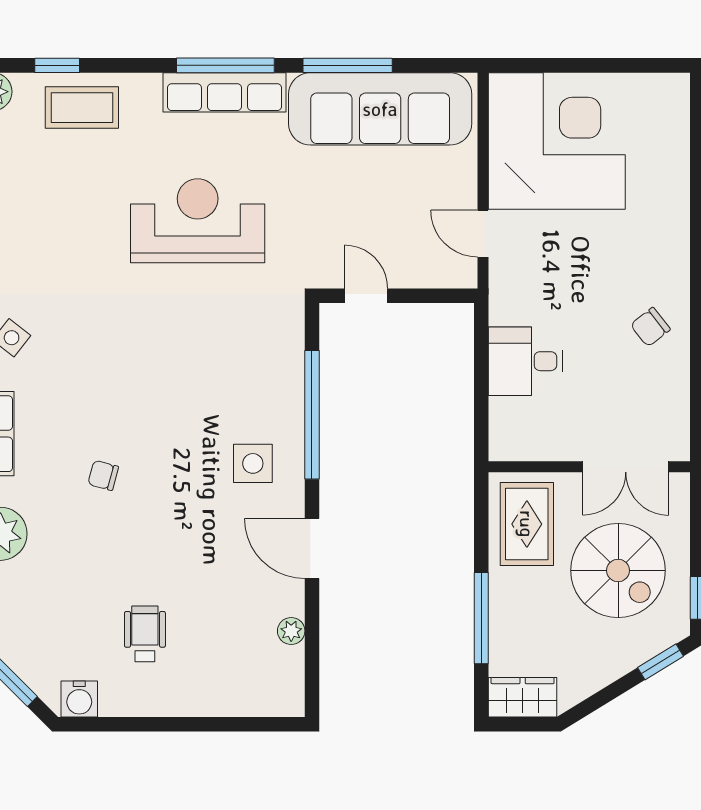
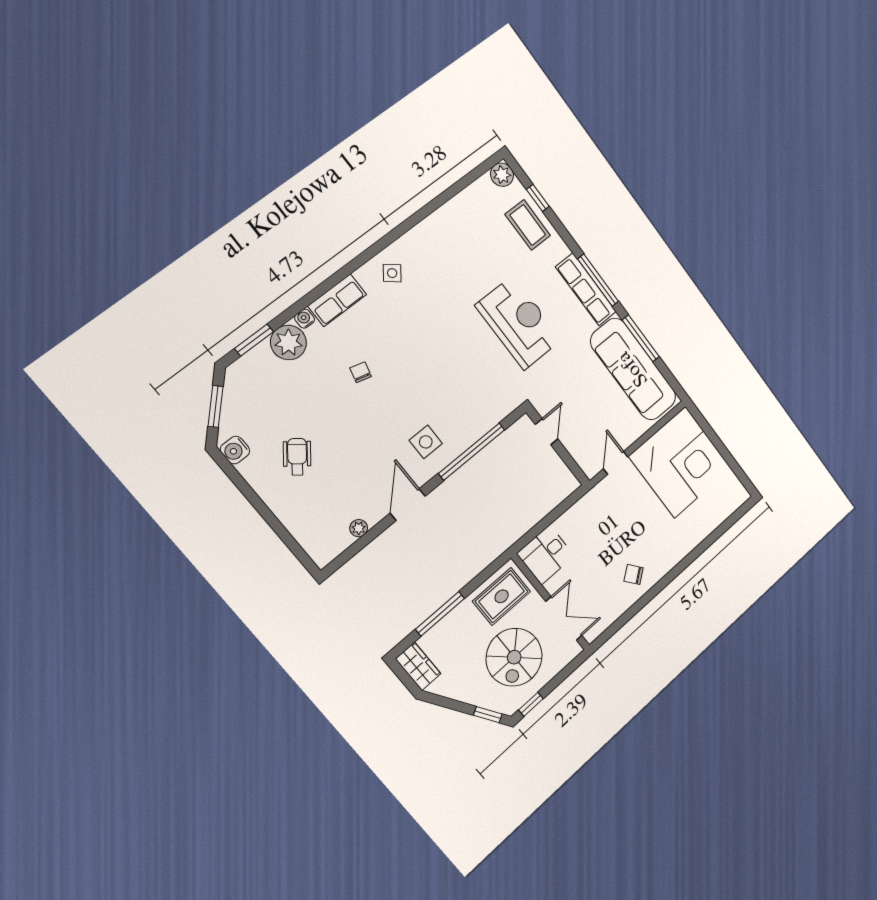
desk: (525, 361) -> (546, 555), moved, turned -90
double door: (626, 467) -> (564, 618), swing flipped
wheelchair: (145, 634) -> (297, 457), turned -52

